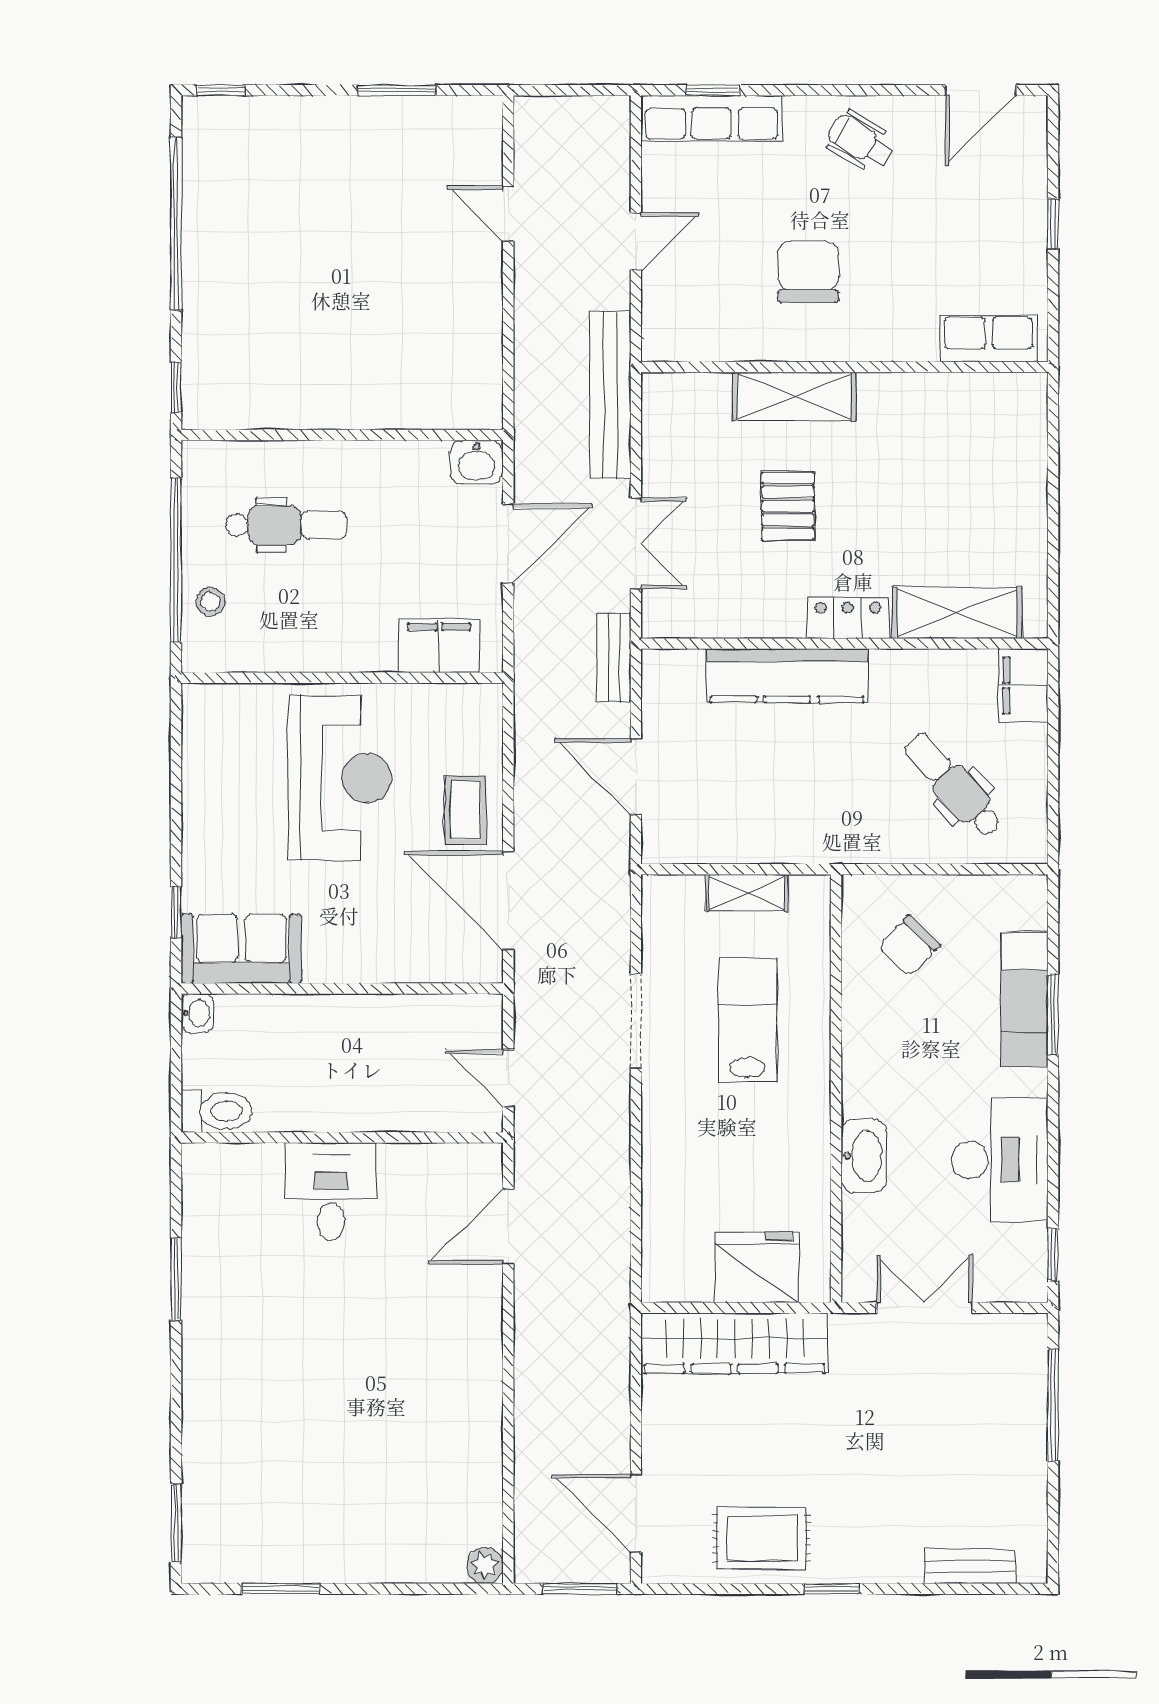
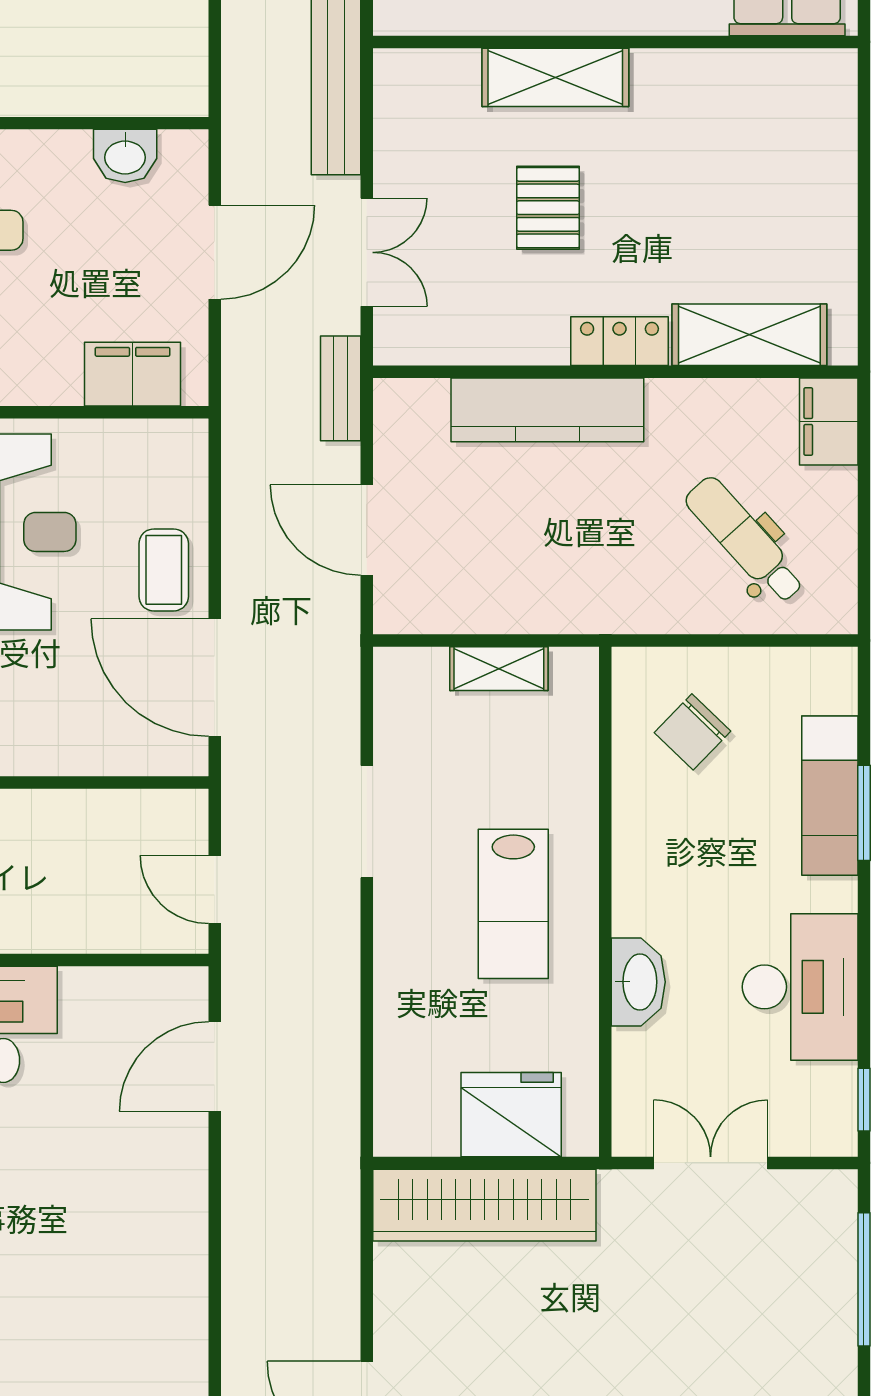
washbasin: (477, 463) -> (125, 156), moved
lab bench: (748, 1020) -> (513, 904), moved, turned 180

